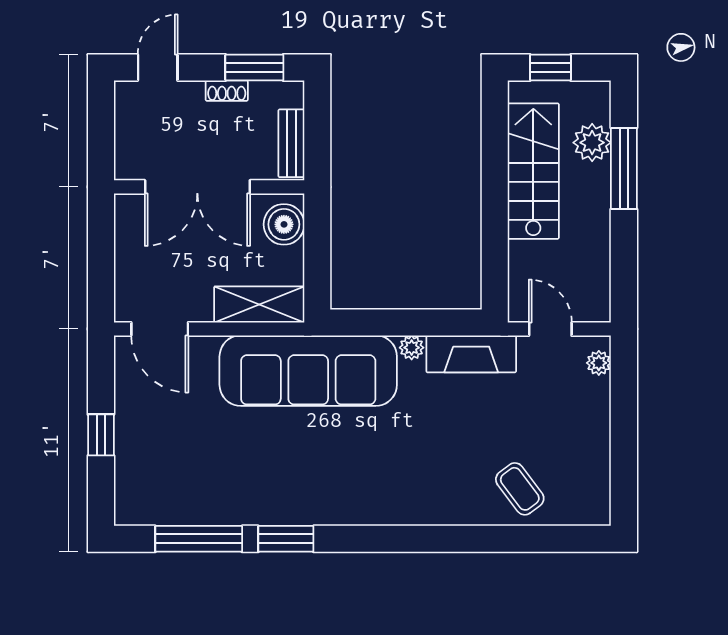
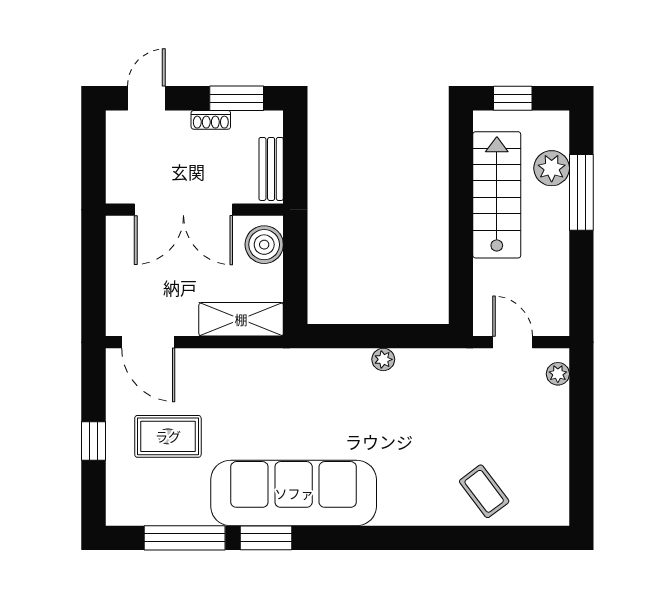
fireplace: (471, 354) -> (439, 365), removed
sofa: (308, 371) -> (294, 493), moved, turned 180
rug: (181, 430) -> (168, 436), added

